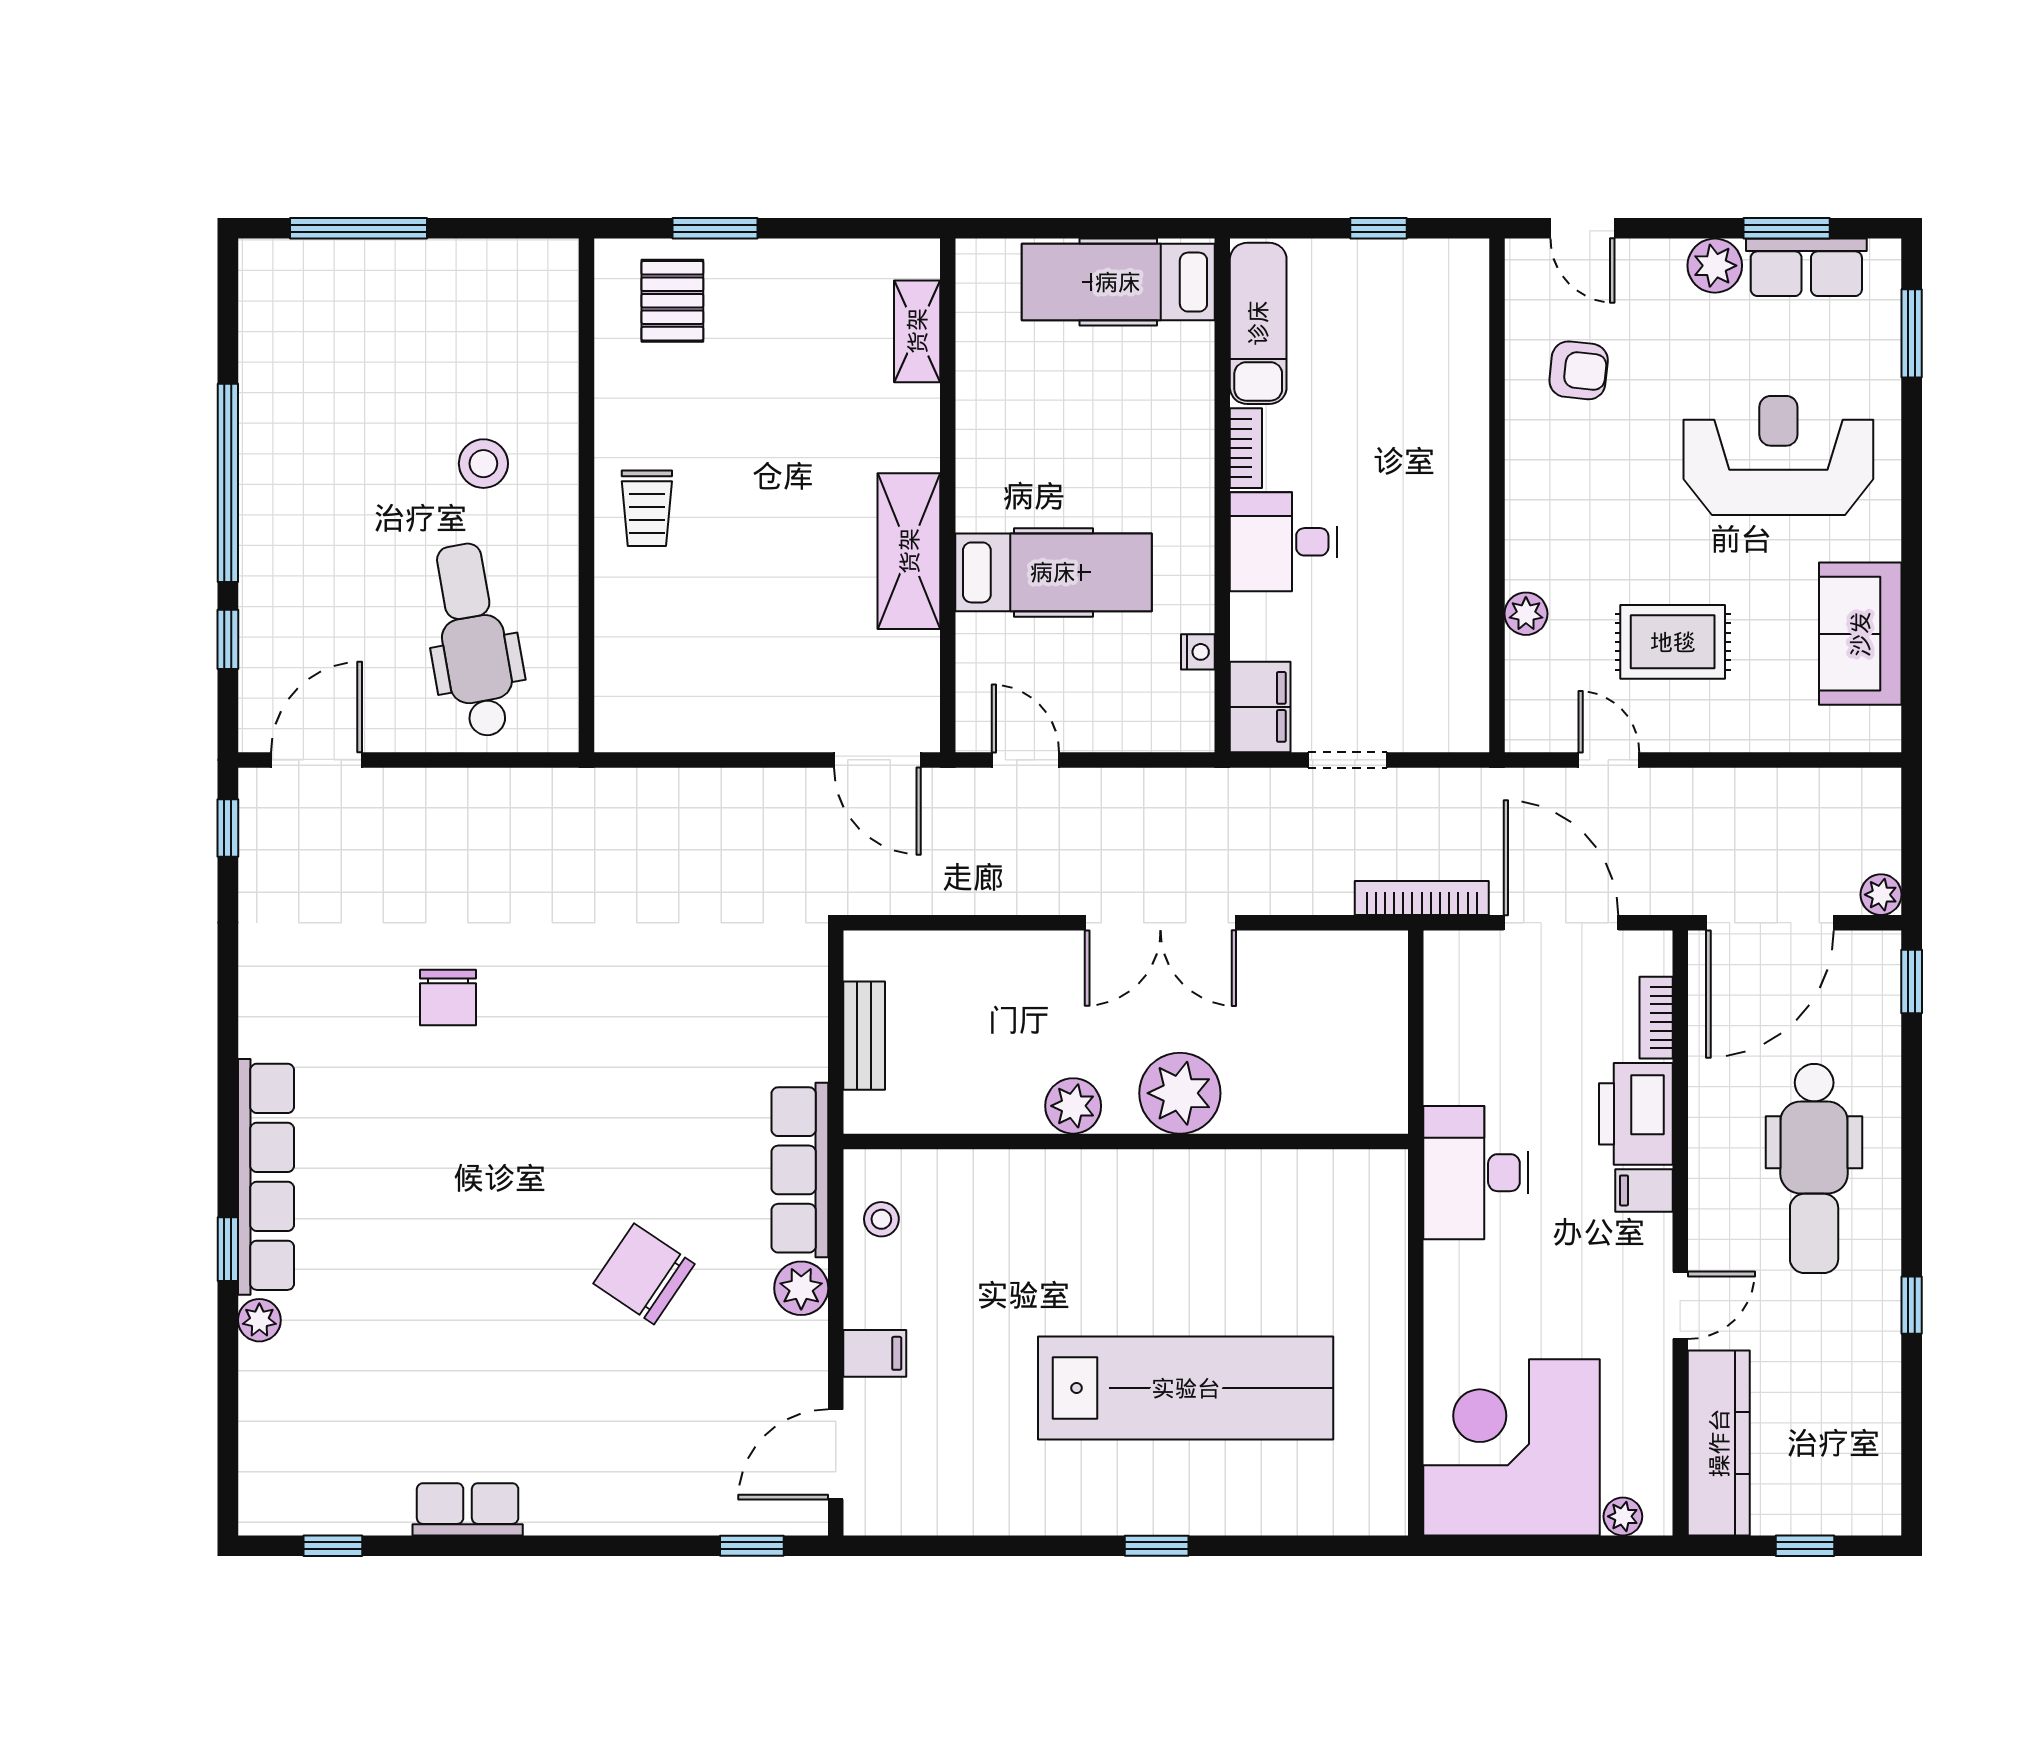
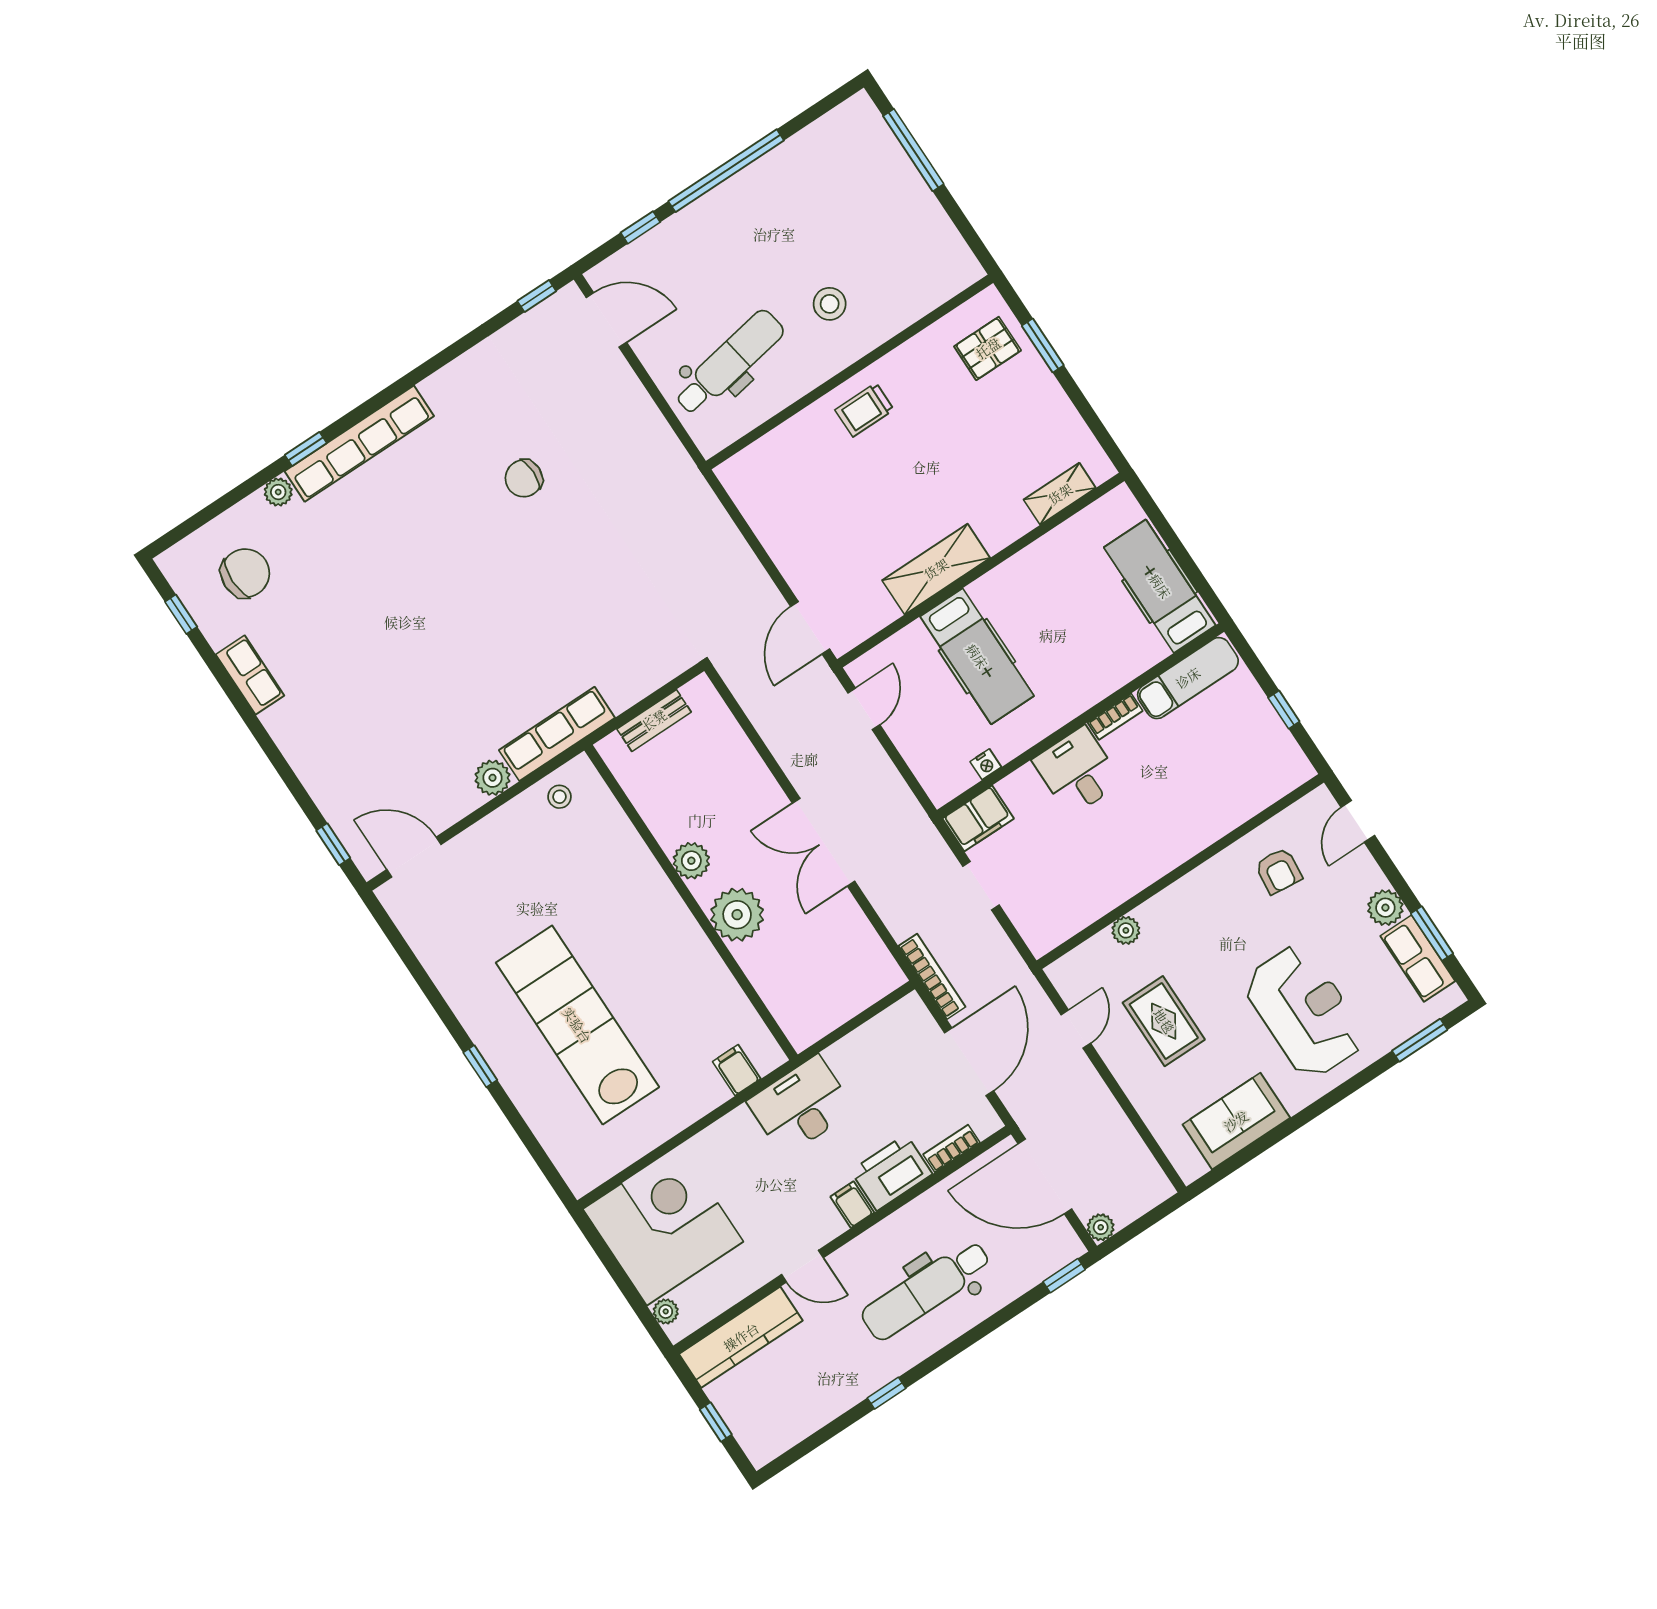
chair: (644, 1274) -> (245, 573), moved, turned 56
filing cabinet: (875, 1353) -> (737, 1070), moved, turned 180
lab bench: (1186, 1388) -> (577, 1025), turned 180

